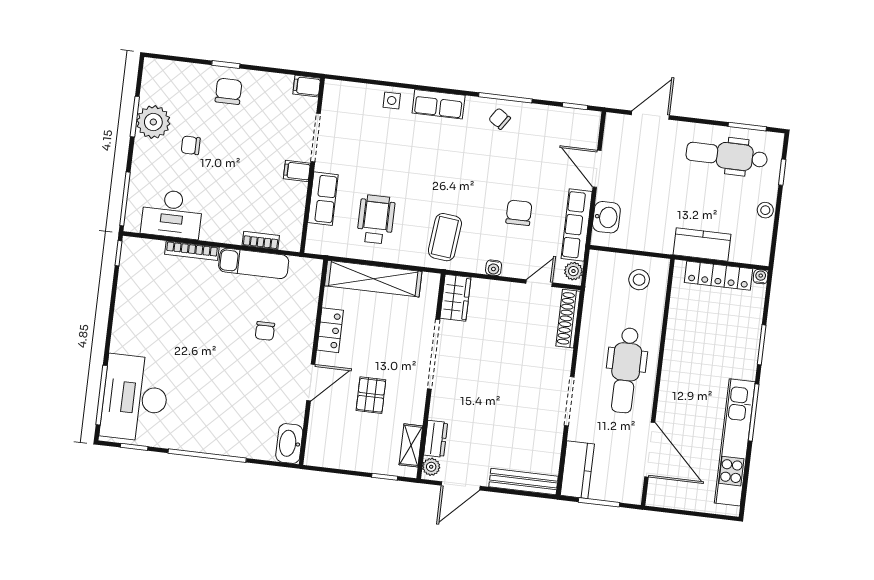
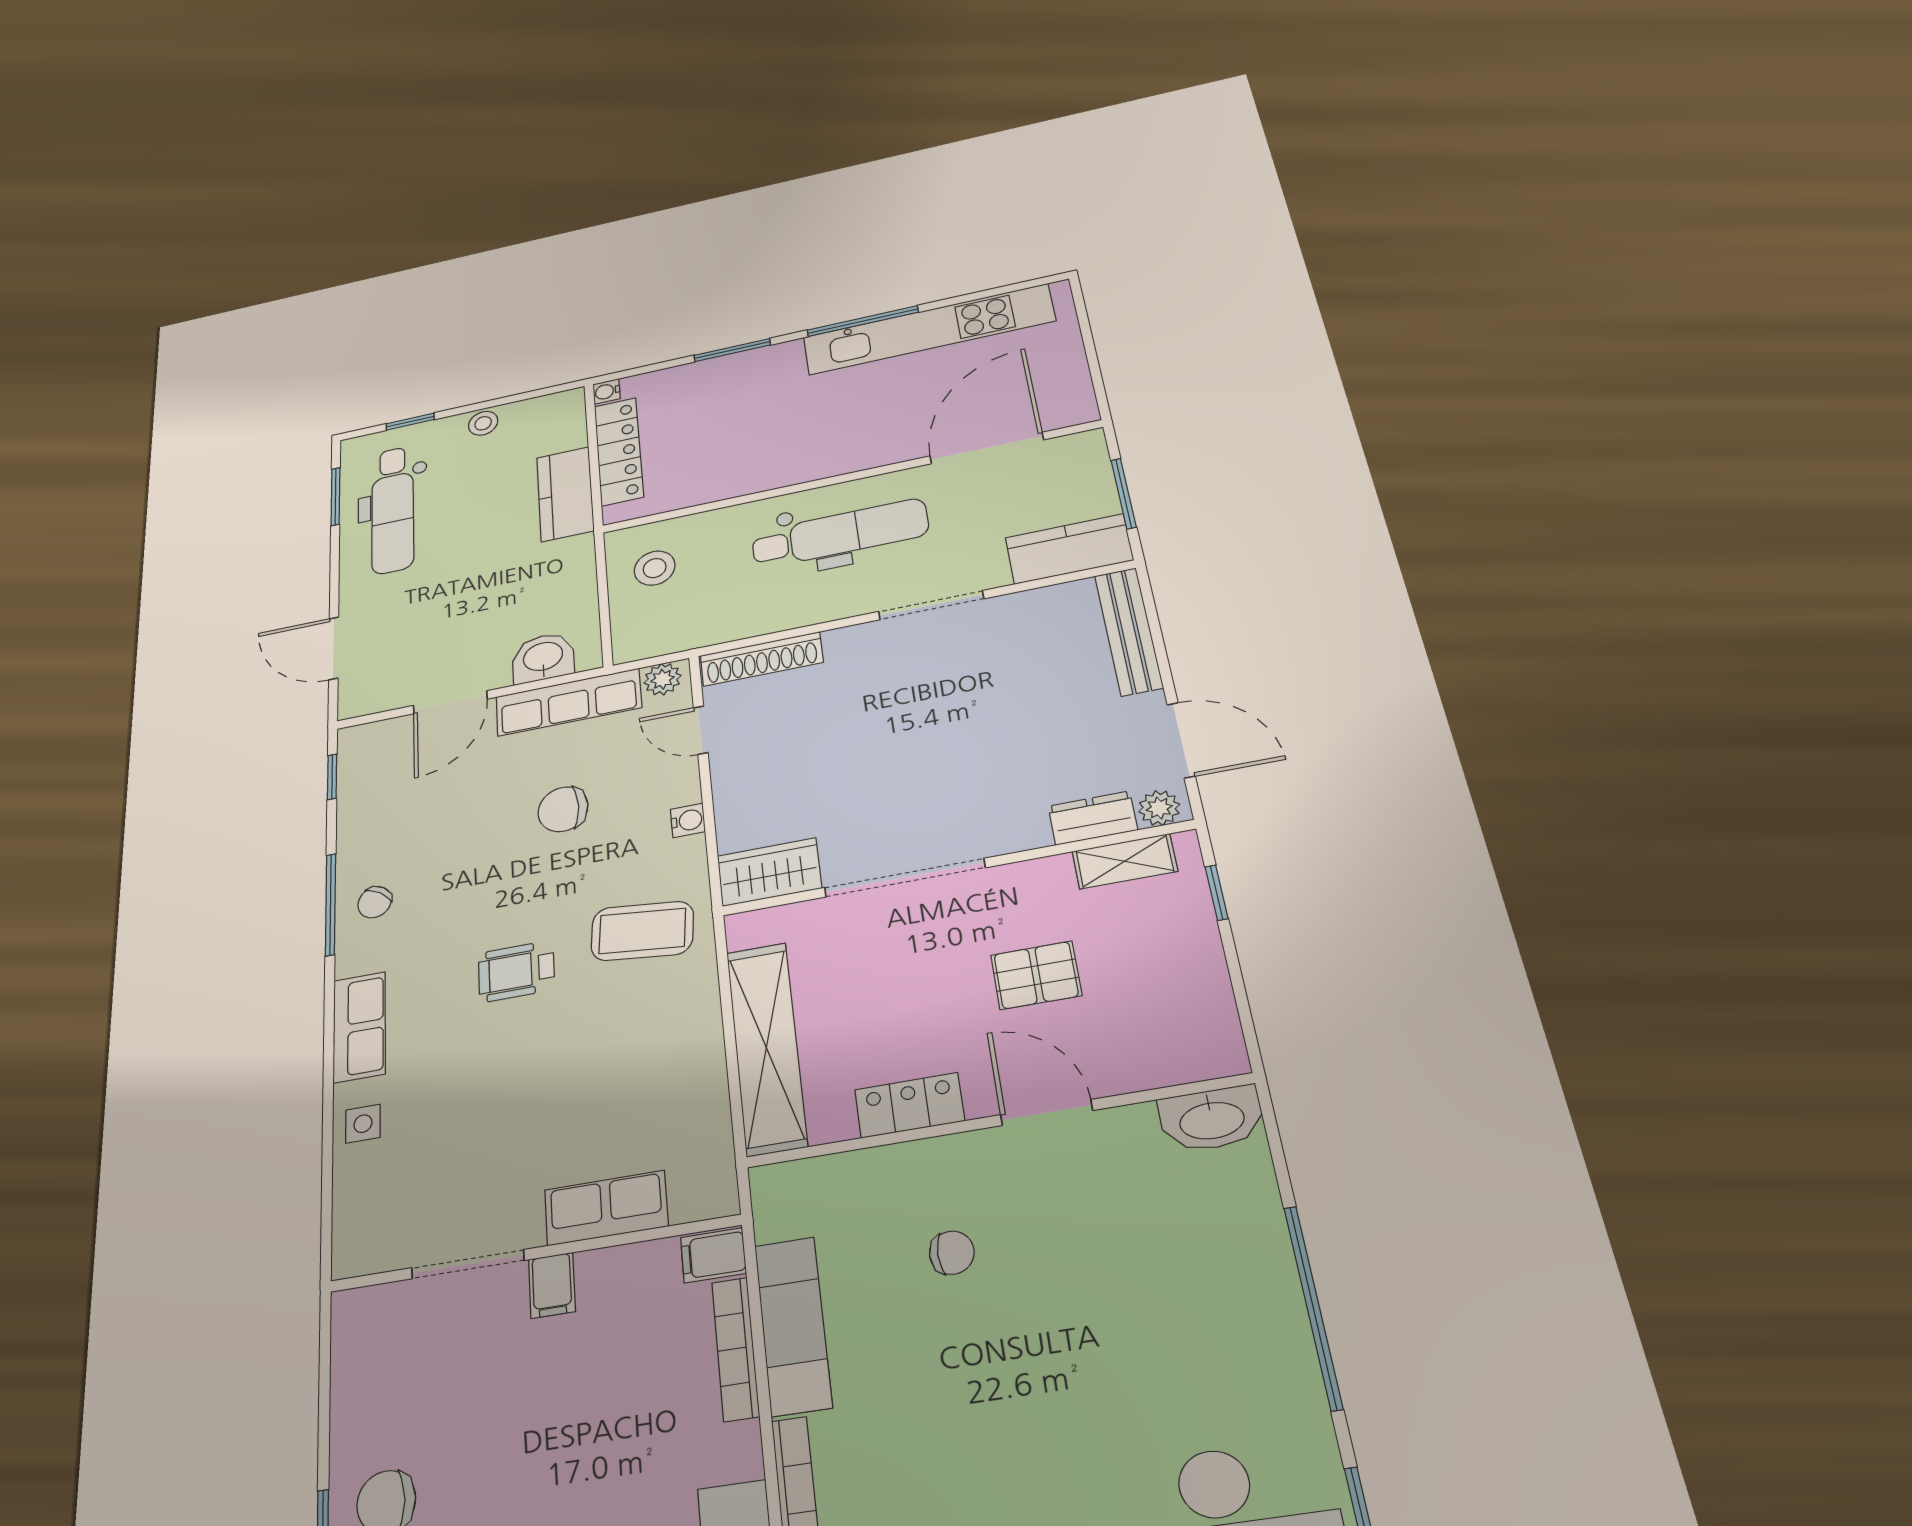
filing cabinet: (307, 86) -> (713, 1255), moved, turned 90
wheelchair: (376, 219) -> (516, 971), moved, width x0.73, depth x0.73
bookcase: (261, 240) -> (735, 1349), width x1.56

